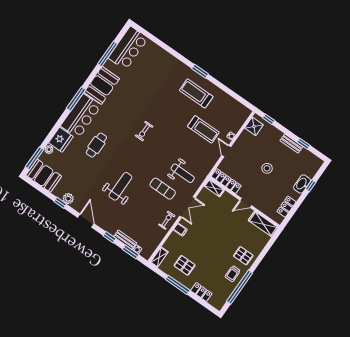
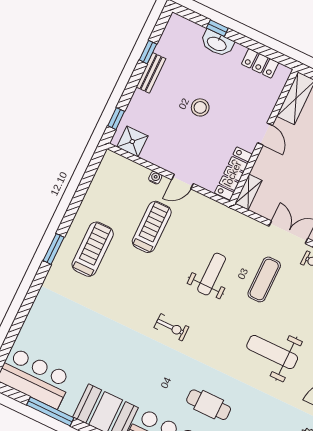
treadmill: (196, 93) -> (93, 249), turned 180
weight bench: (183, 173) -> (212, 274), moved

